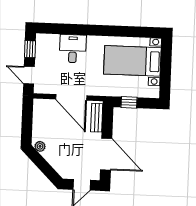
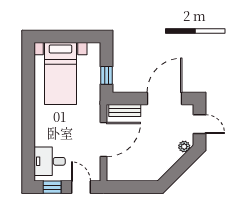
desk: (73, 49) -> (50, 161), moved
door: (29, 75) -> (81, 187), swing flipped
plant: (40, 146) -> (184, 147), moved

